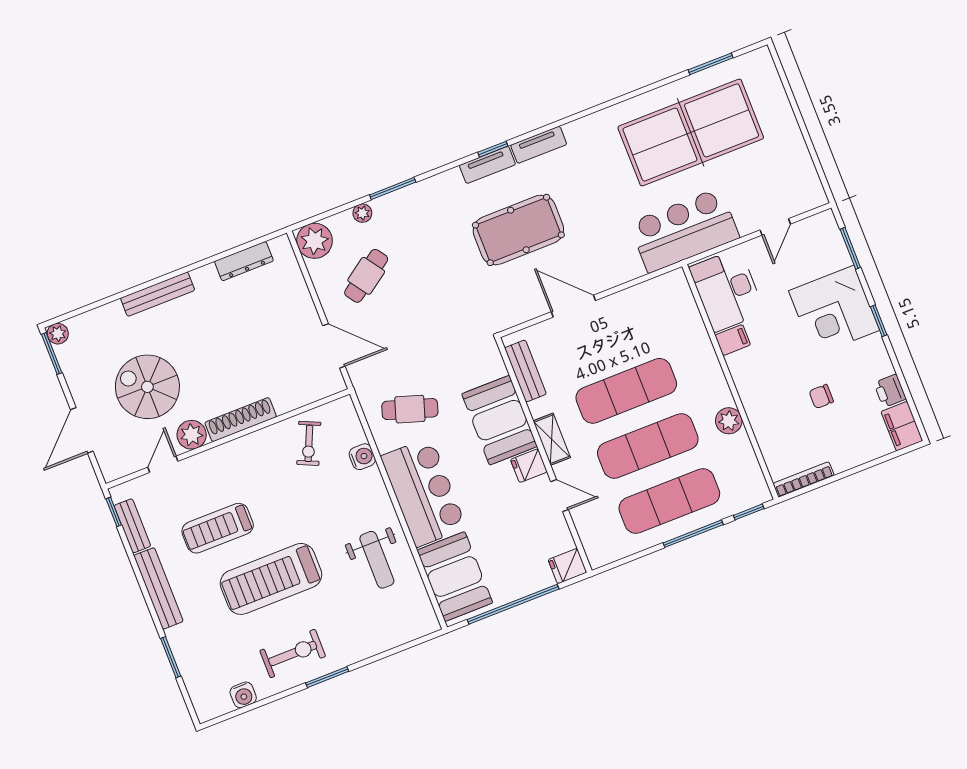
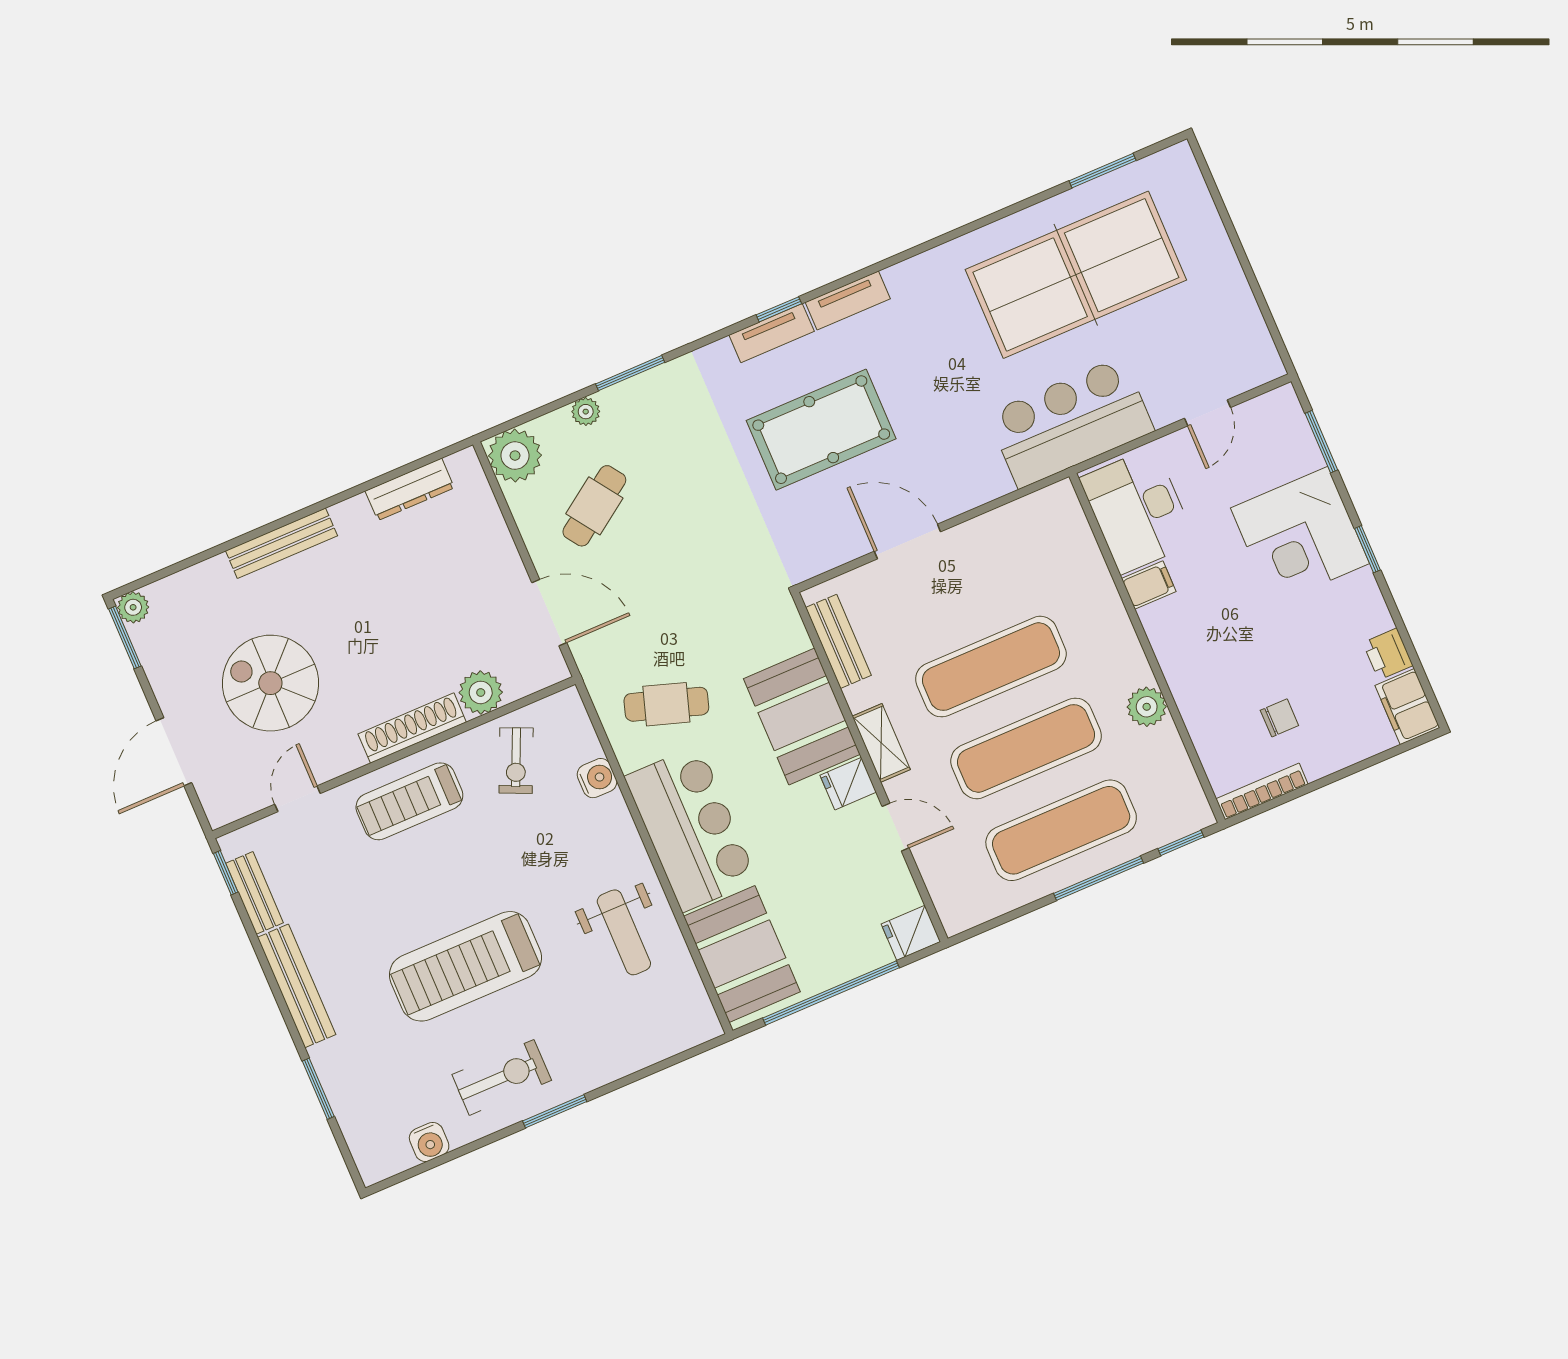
chair: (821, 396) -> (1279, 718), moved, turned 180
plant: (192, 435) -> (481, 692), moved
treadmill: (218, 528) -> (409, 801), moved

